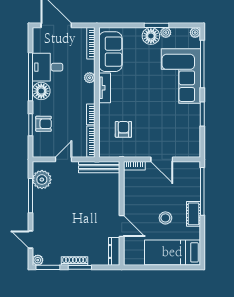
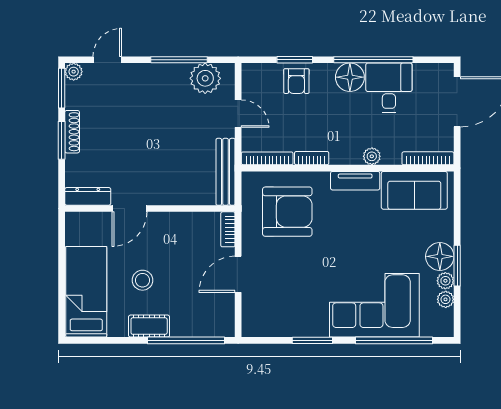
plant: (195, 32) -> (446, 299), moved
armchair: (123, 129) -> (287, 212), width x1.88, depth x1.88

